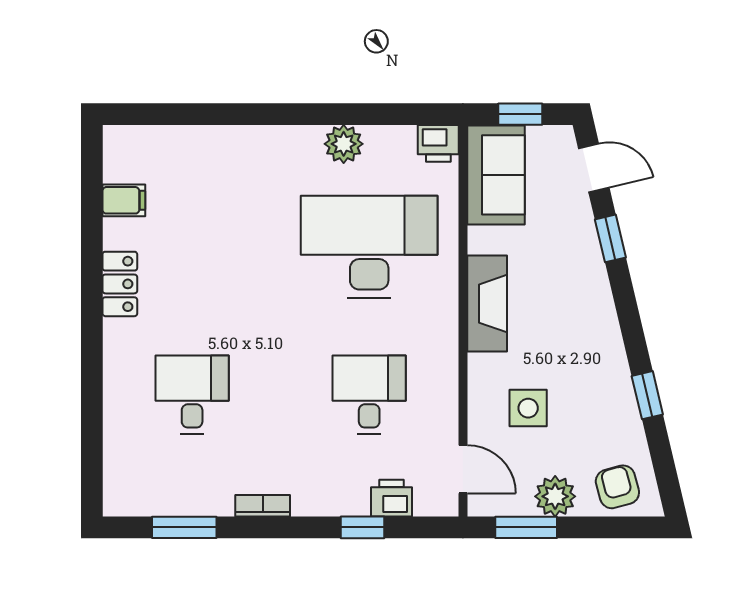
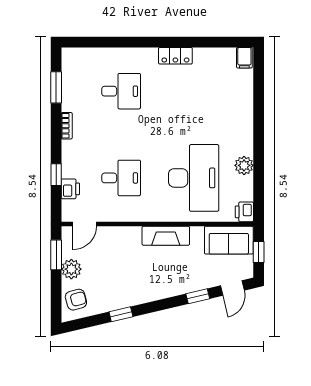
filing cabinet: (124, 200) -> (244, 58), moved
side table: (528, 408) -> (115, 256), removed

